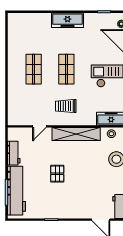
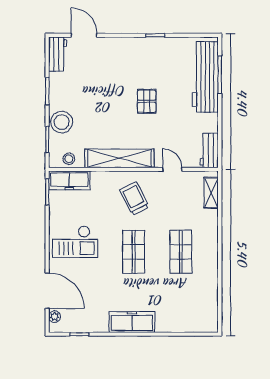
trolley: (66, 106) -> (134, 199), turned -117
shelving: (12, 110) -> (211, 193), added
door: (39, 126) -> (172, 169), hinge flipped
workbench: (14, 153) -> (209, 150), moved

